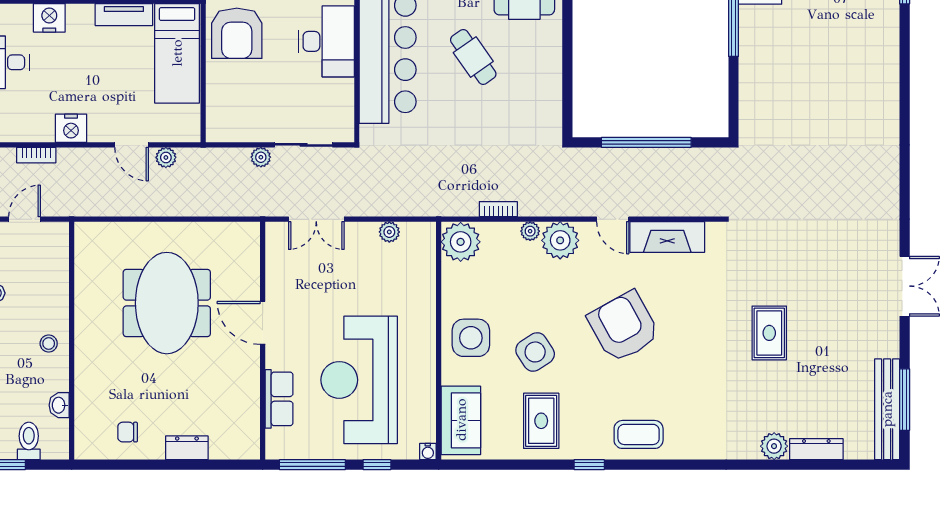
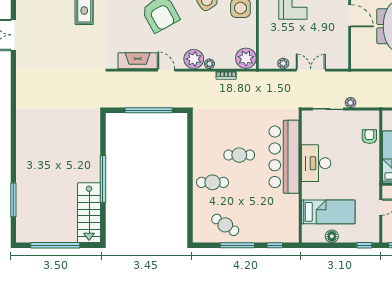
armchair: (237, 33) -> (369, 137), moved, width x0.53, depth x0.53
cafe table: (473, 57) -> (239, 155), turned -55
double door: (316, 219) -> (311, 70), moved

